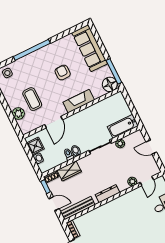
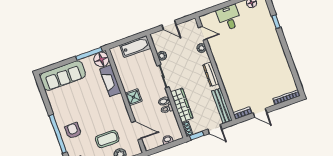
armchair: (63, 72) -> (73, 131), moved, turned 90
fireplace: (79, 101) -> (110, 81), moved
door: (54, 122) -> (137, 131), moved
bathtub: (123, 126) -> (135, 47), moved, turned -90
shower: (35, 146) -> (133, 97), moved
door: (151, 147) -> (169, 25), hinge flipped
wardrobe: (69, 171) -> (182, 105), width x1.50
door: (54, 204) -> (215, 129), swing flipped

